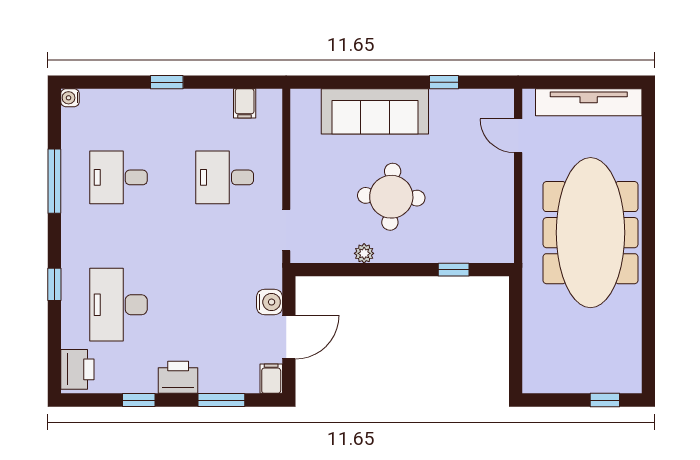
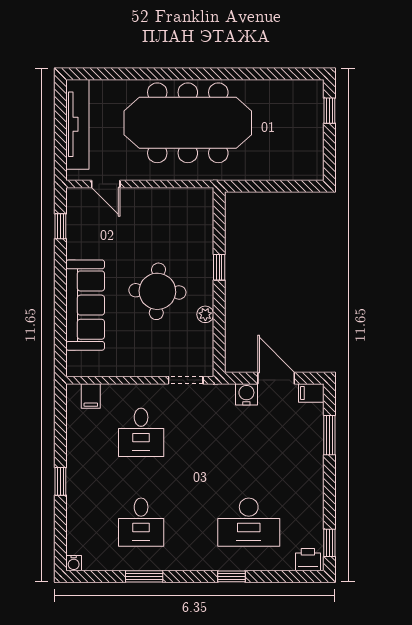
window: (444, 82) -> (60, 226), moved
filing cabinet: (245, 103) -> (91, 396), moved, turned 90
door: (518, 136) -> (106, 184), hinge flipped
window: (54, 181) -> (144, 576), width x0.69
window: (454, 270) -> (219, 267), moved
printer: (77, 369) -> (308, 560), width x0.73, depth x0.81
printer: (178, 377) -> (310, 472), removed
window: (139, 400) -> (329, 543), moved

